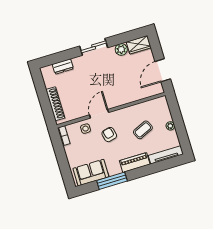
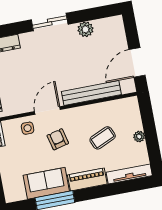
wardrobe: (139, 45) -> (109, 26), removed
bench: (131, 97) -> (91, 93), added
sofa: (91, 173) -> (46, 183), moved

